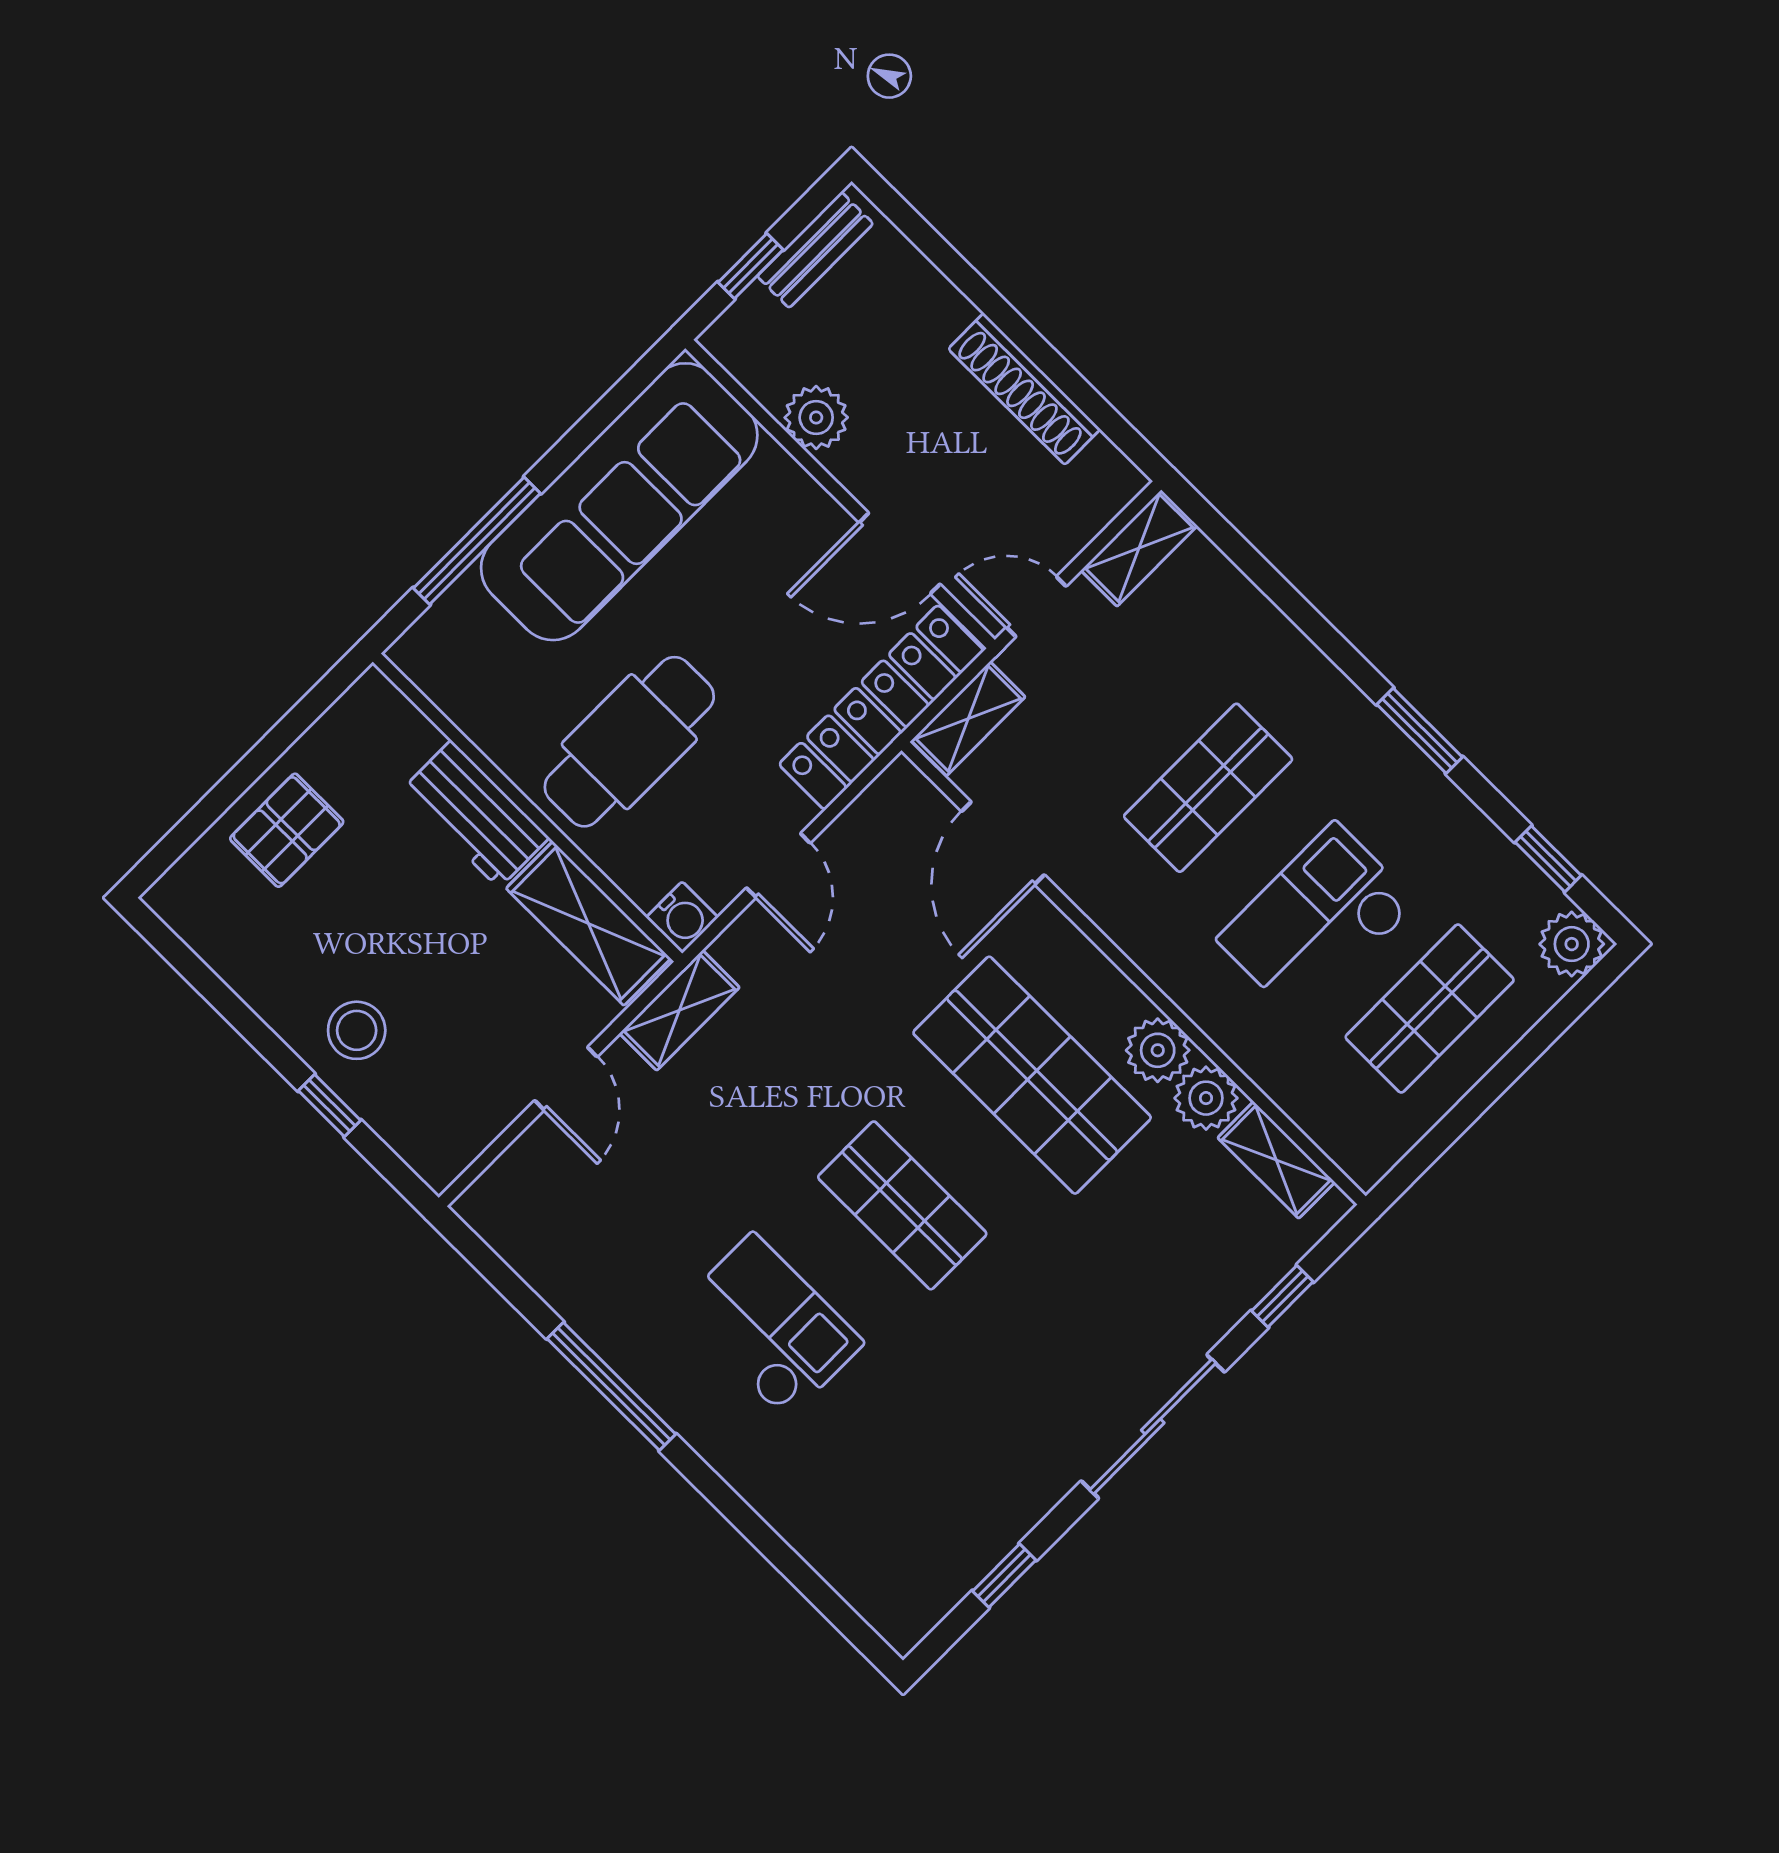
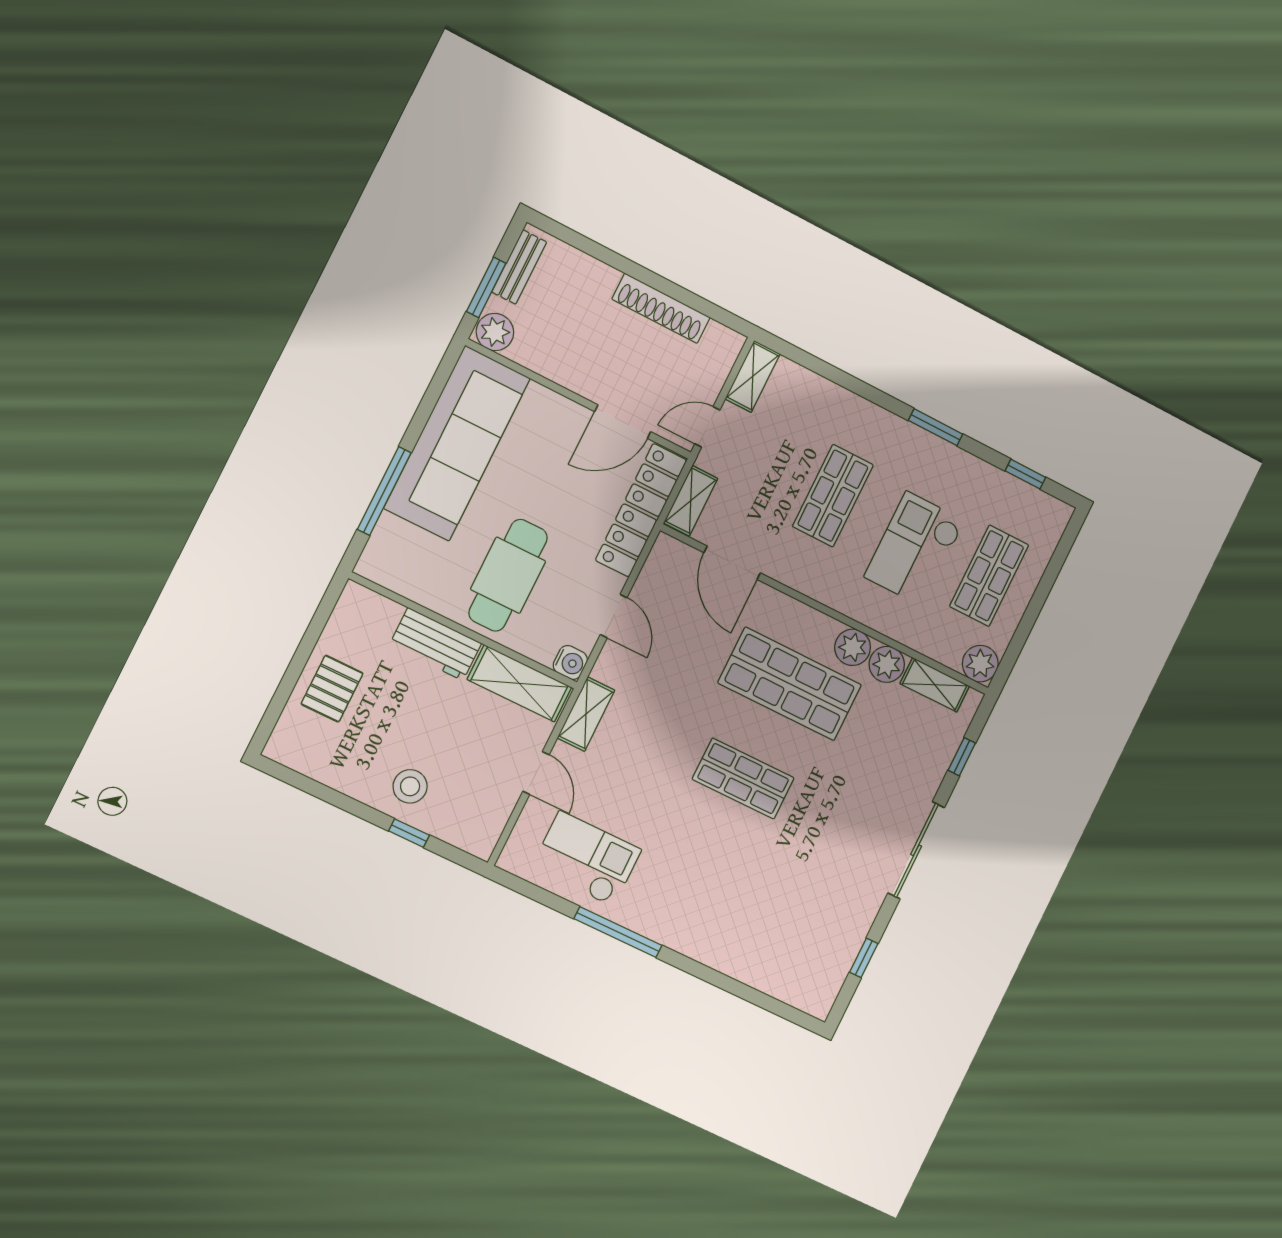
window: (751, 266) -> (486, 287), width x1.50
plant: (816, 417) -> (495, 332), moved
plant: (1572, 944) -> (980, 664), moved
checkout: (770, 1326) -> (586, 859), moved

